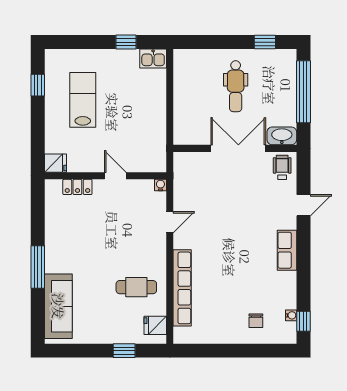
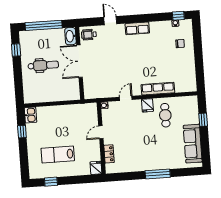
door: (170, 222) -> (126, 98), hinge flipped
row of seats: (182, 288) -> (158, 89), width x0.73
sofa: (58, 306) -> (193, 144), moved, turned -90
fridge: (155, 325) -> (147, 105), moved

